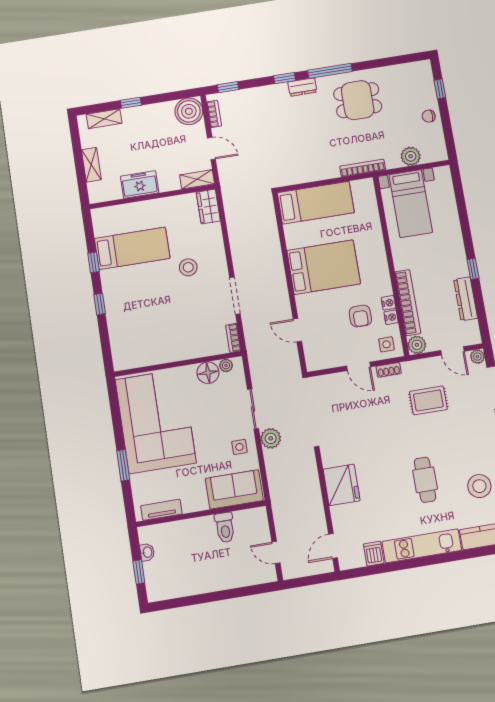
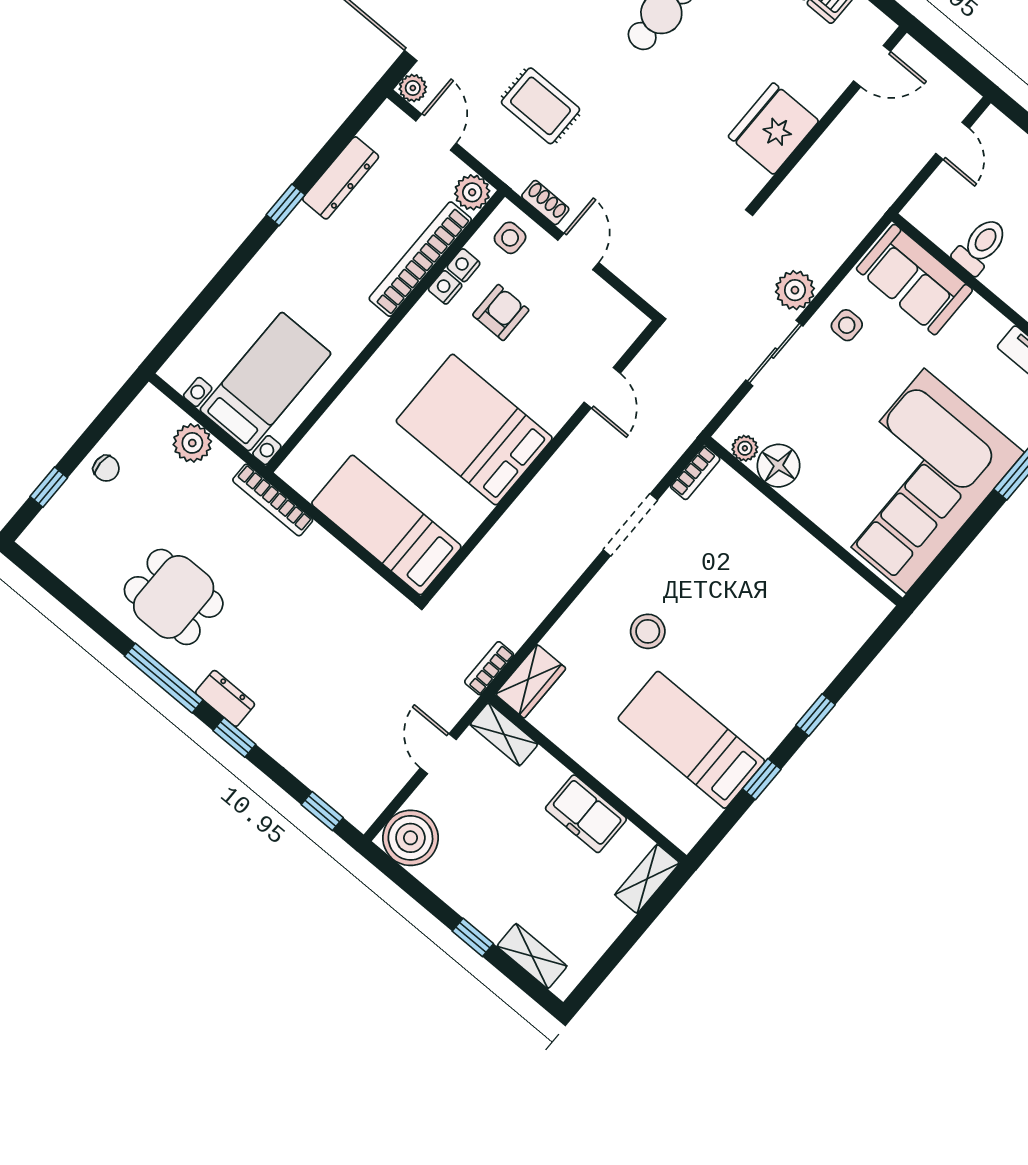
bookcase: (214, 114) -> (489, 668), moved
shelving: (91, 165) -> (647, 879), moved

